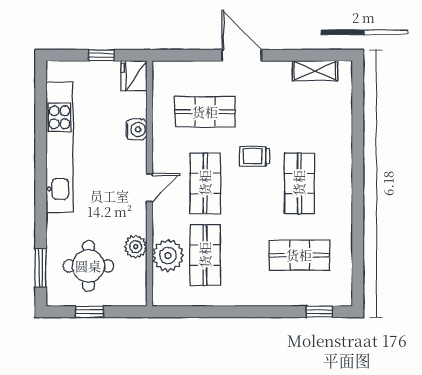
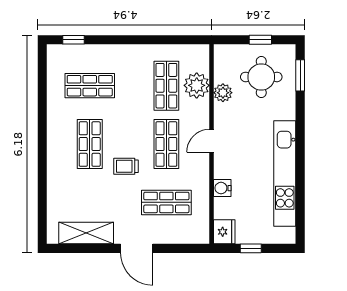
shelving: (315, 71) -> (86, 233), width x1.50, depth x1.33
trolley: (255, 156) -> (126, 166), turned 180

